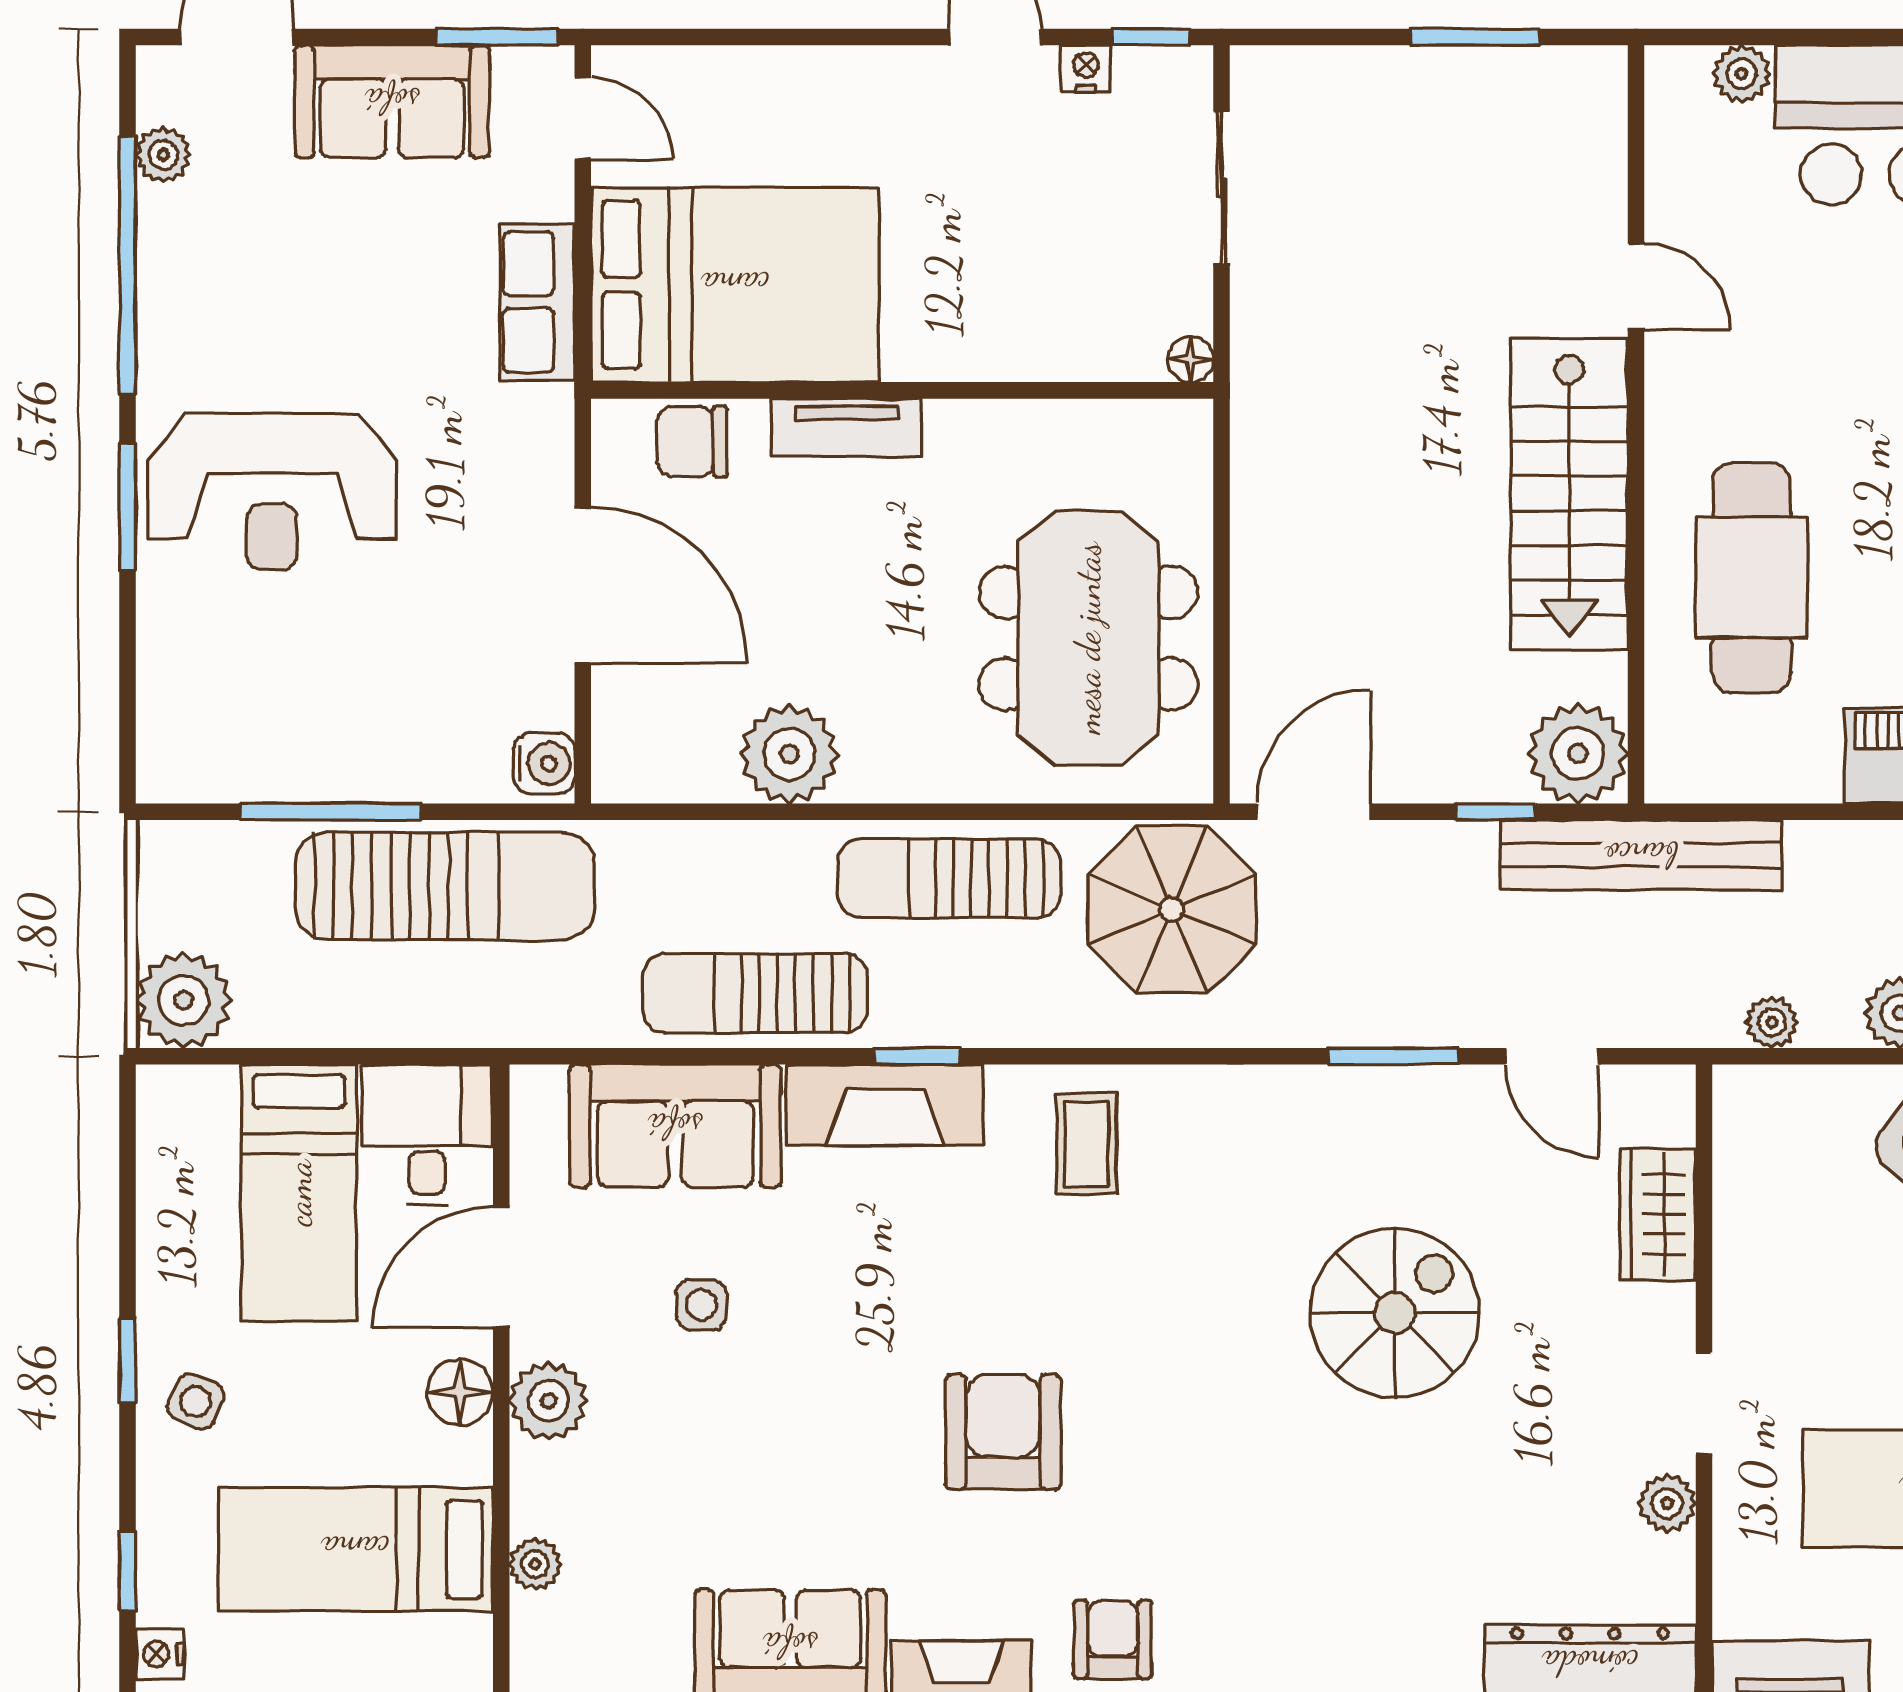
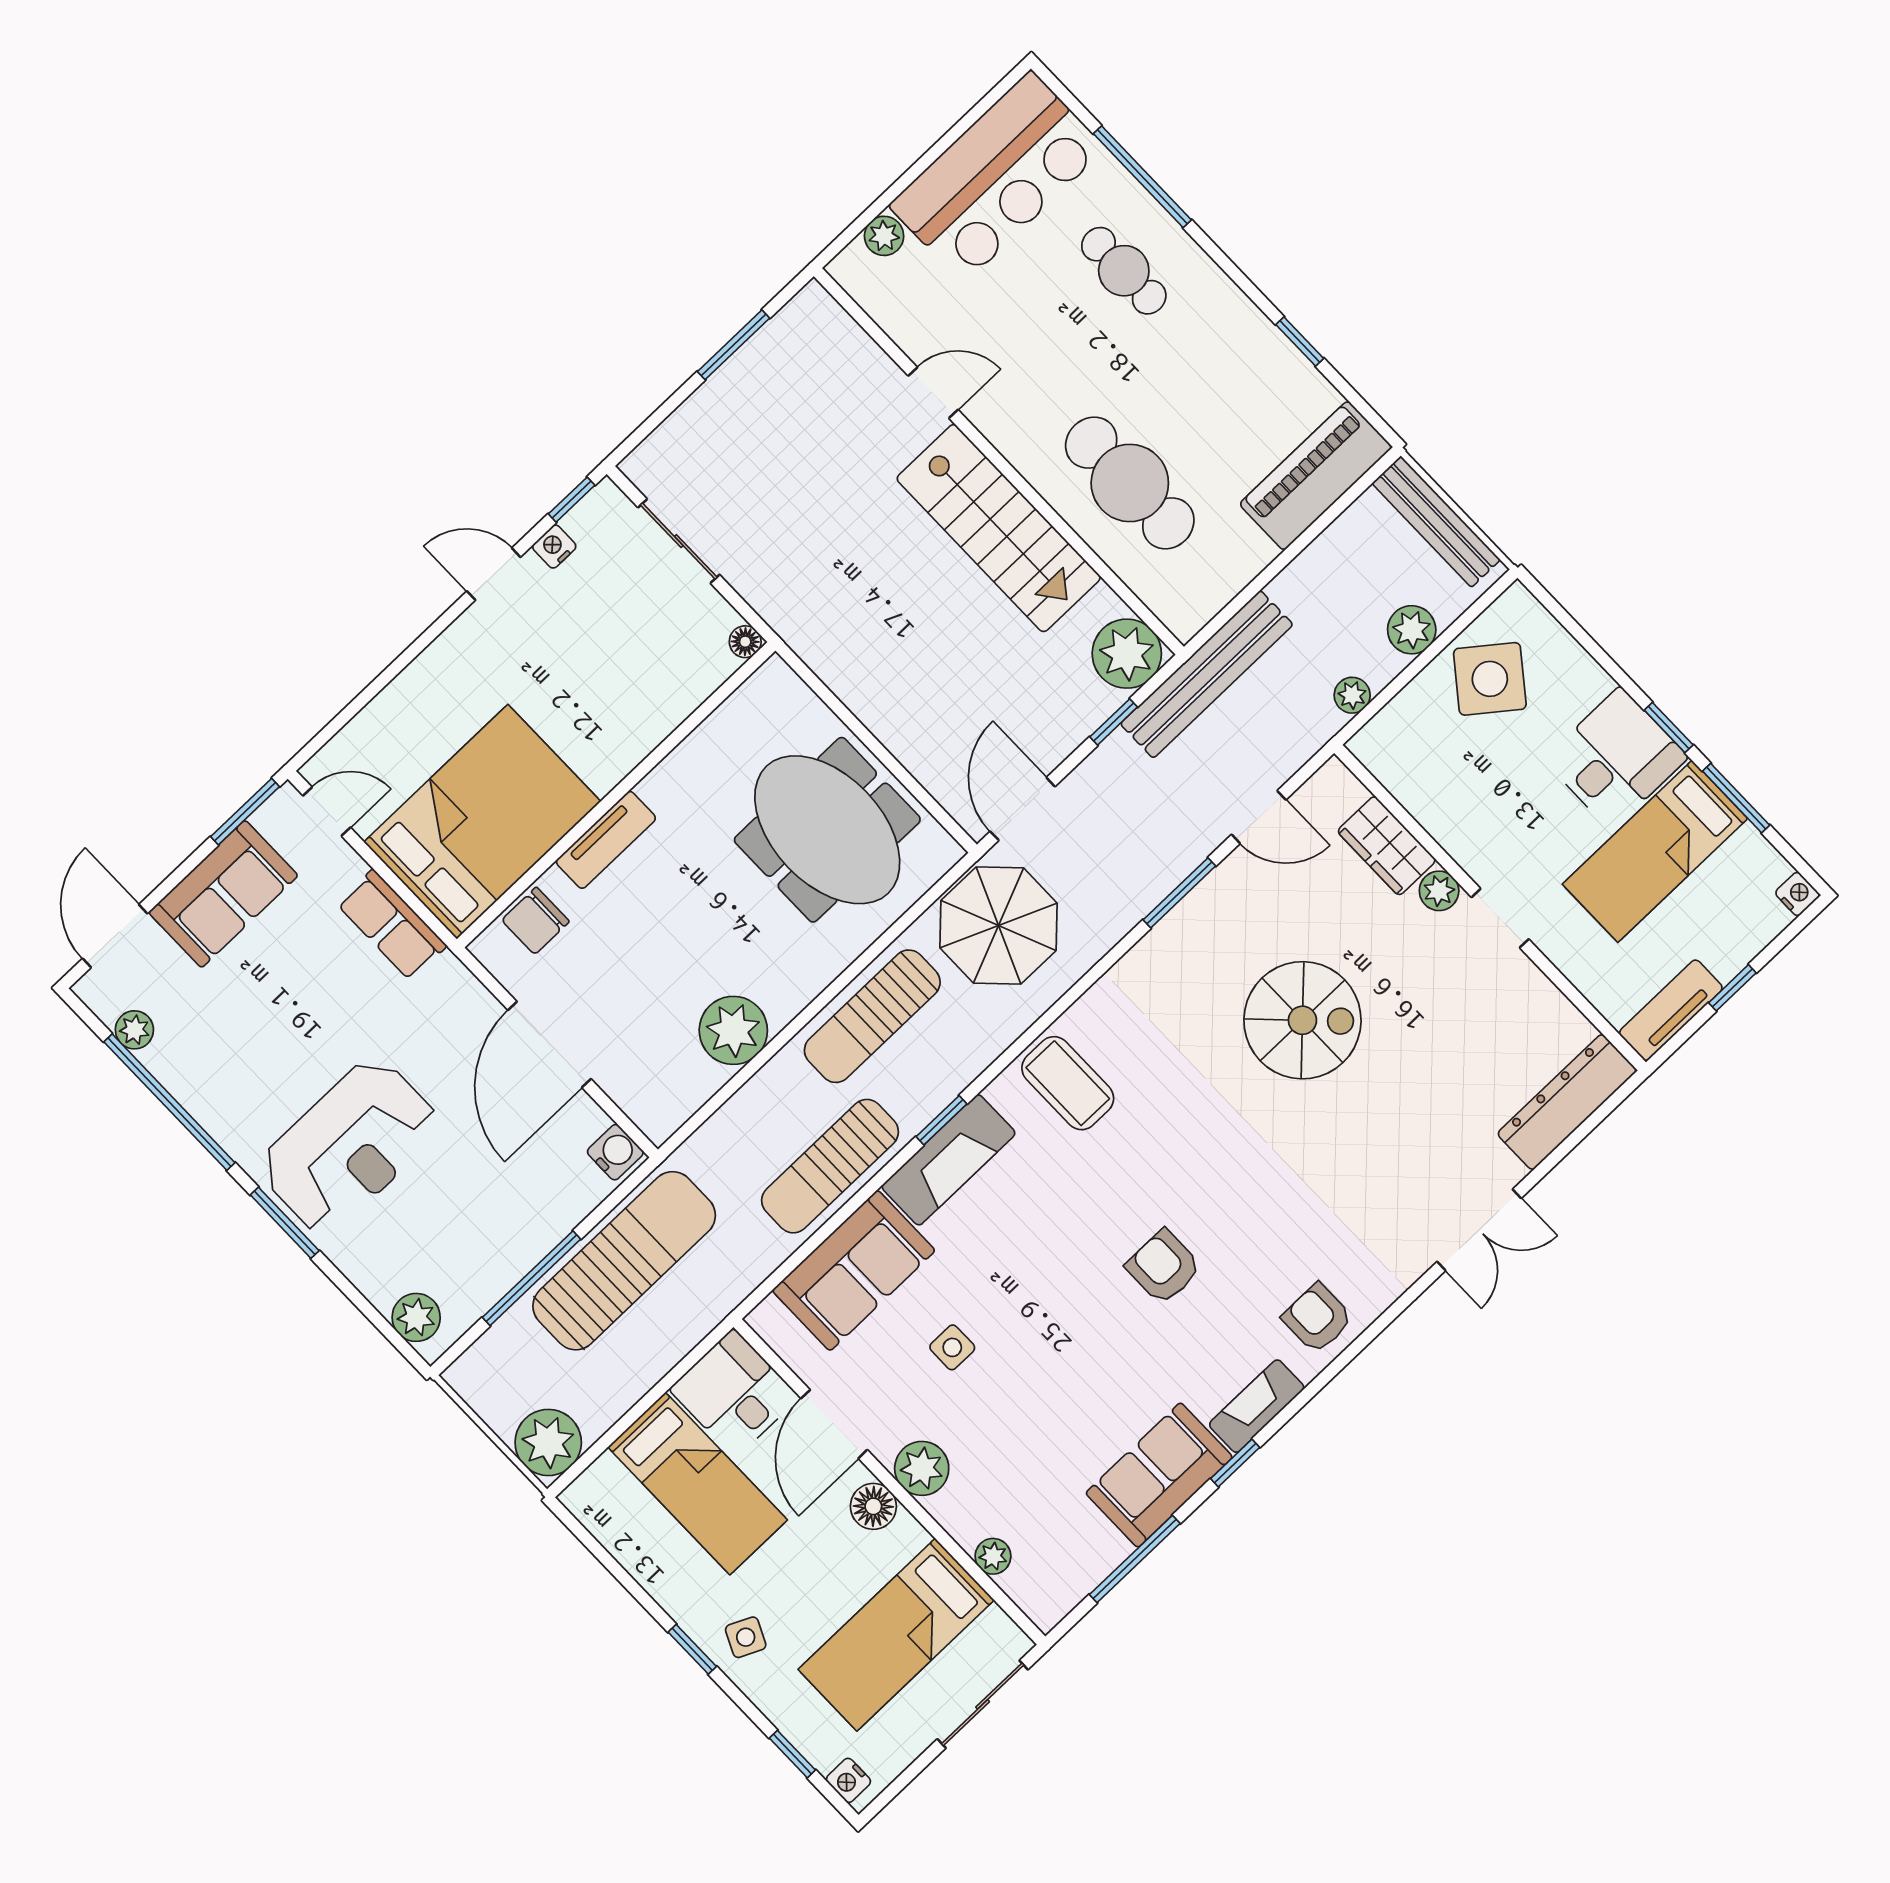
door: (583, 585) -> (549, 1044), swing flipped
plant: (170, 737) -> (416, 1317), added
coffee table: (1087, 1144) -> (1068, 1083), width x1.36, depth x1.30
spiral stairs: (1395, 1313) -> (1302, 1020), turned 90
armchair: (1003, 1432) -> (1164, 1267), width x0.72, depth x0.72
plant: (1667, 1503) -> (1439, 891), moved

